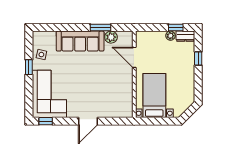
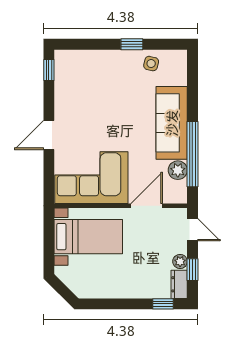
window: (101, 28) -> (192, 154), width x2.11
door: (150, 28) -> (192, 230), added
window: (198, 59) -> (163, 304), moved
corner sofa: (49, 94) -> (91, 178), moved, turned 180
door: (88, 121) -> (49, 135), hinge flipped

